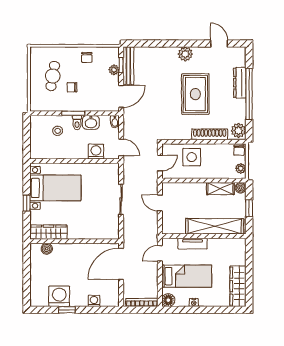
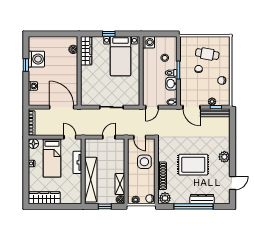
washing machine: (96, 152) -> (149, 42), moved

